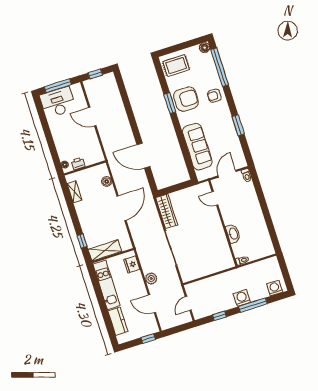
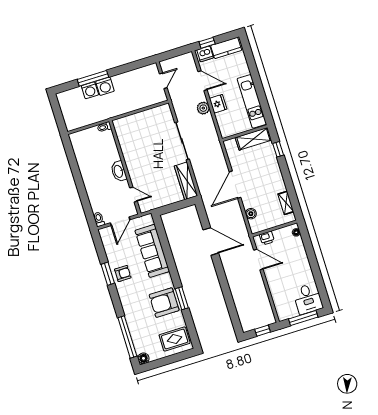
armchair: (214, 96) -> (123, 274), moved
desk: (58, 102) -> (308, 299), width x0.73
door: (92, 117) -> (258, 260), moved
printer: (78, 164) -> (267, 238), moved
washbasin: (233, 234) -> (119, 171), moved
fridge: (132, 264) -> (218, 104), moved
washing machine: (275, 288) -> (90, 90), moved
window: (219, 316) -> (129, 67), removed
kitchen counter: (118, 321) -> (226, 48), moved, turned -90
dishwasher: (150, 328) -> (205, 54), added

